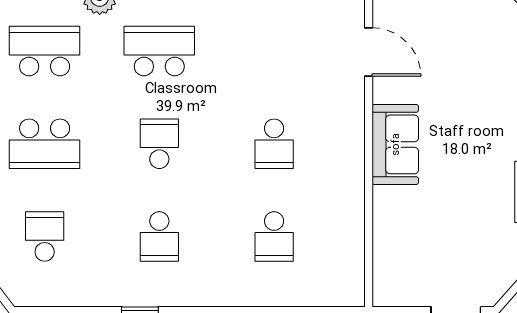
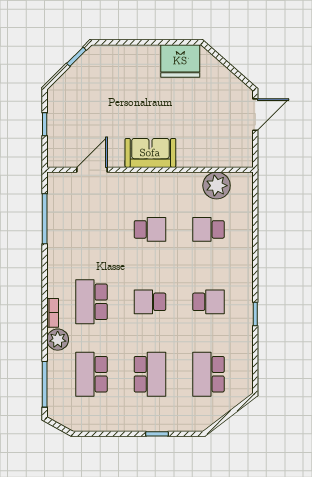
school desk: (45, 236) -> (208, 374), width x1.85
school desk: (274, 236) -> (208, 229), turned 180
plant: (343, 249) -> (217, 186), added

